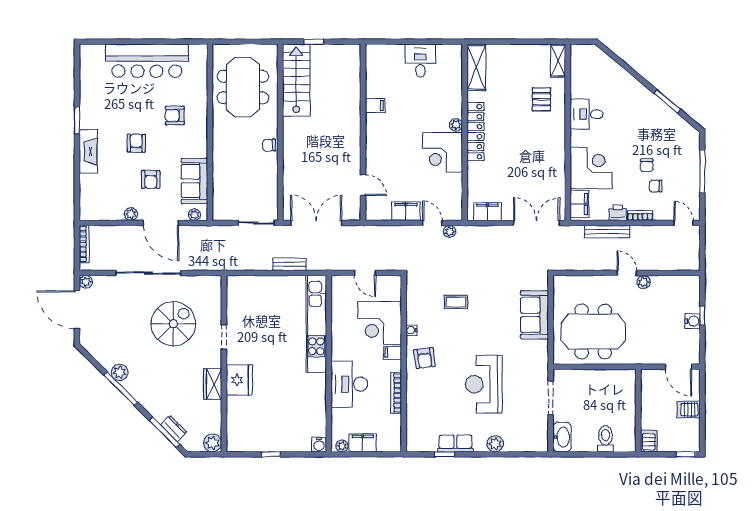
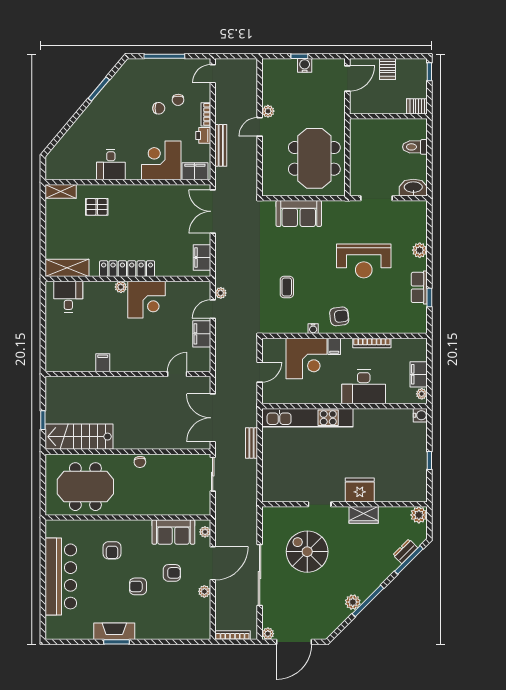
desk: (420, 61) -> (68, 297), moved, turned 90
fireplace: (88, 151) -> (114, 631), moved

